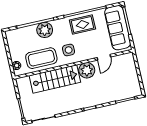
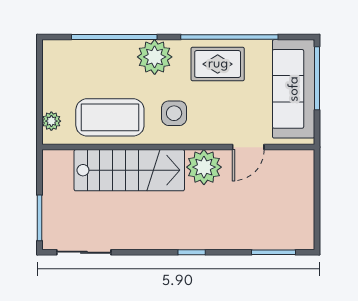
plant: (45, 30) -> (155, 57), moved

